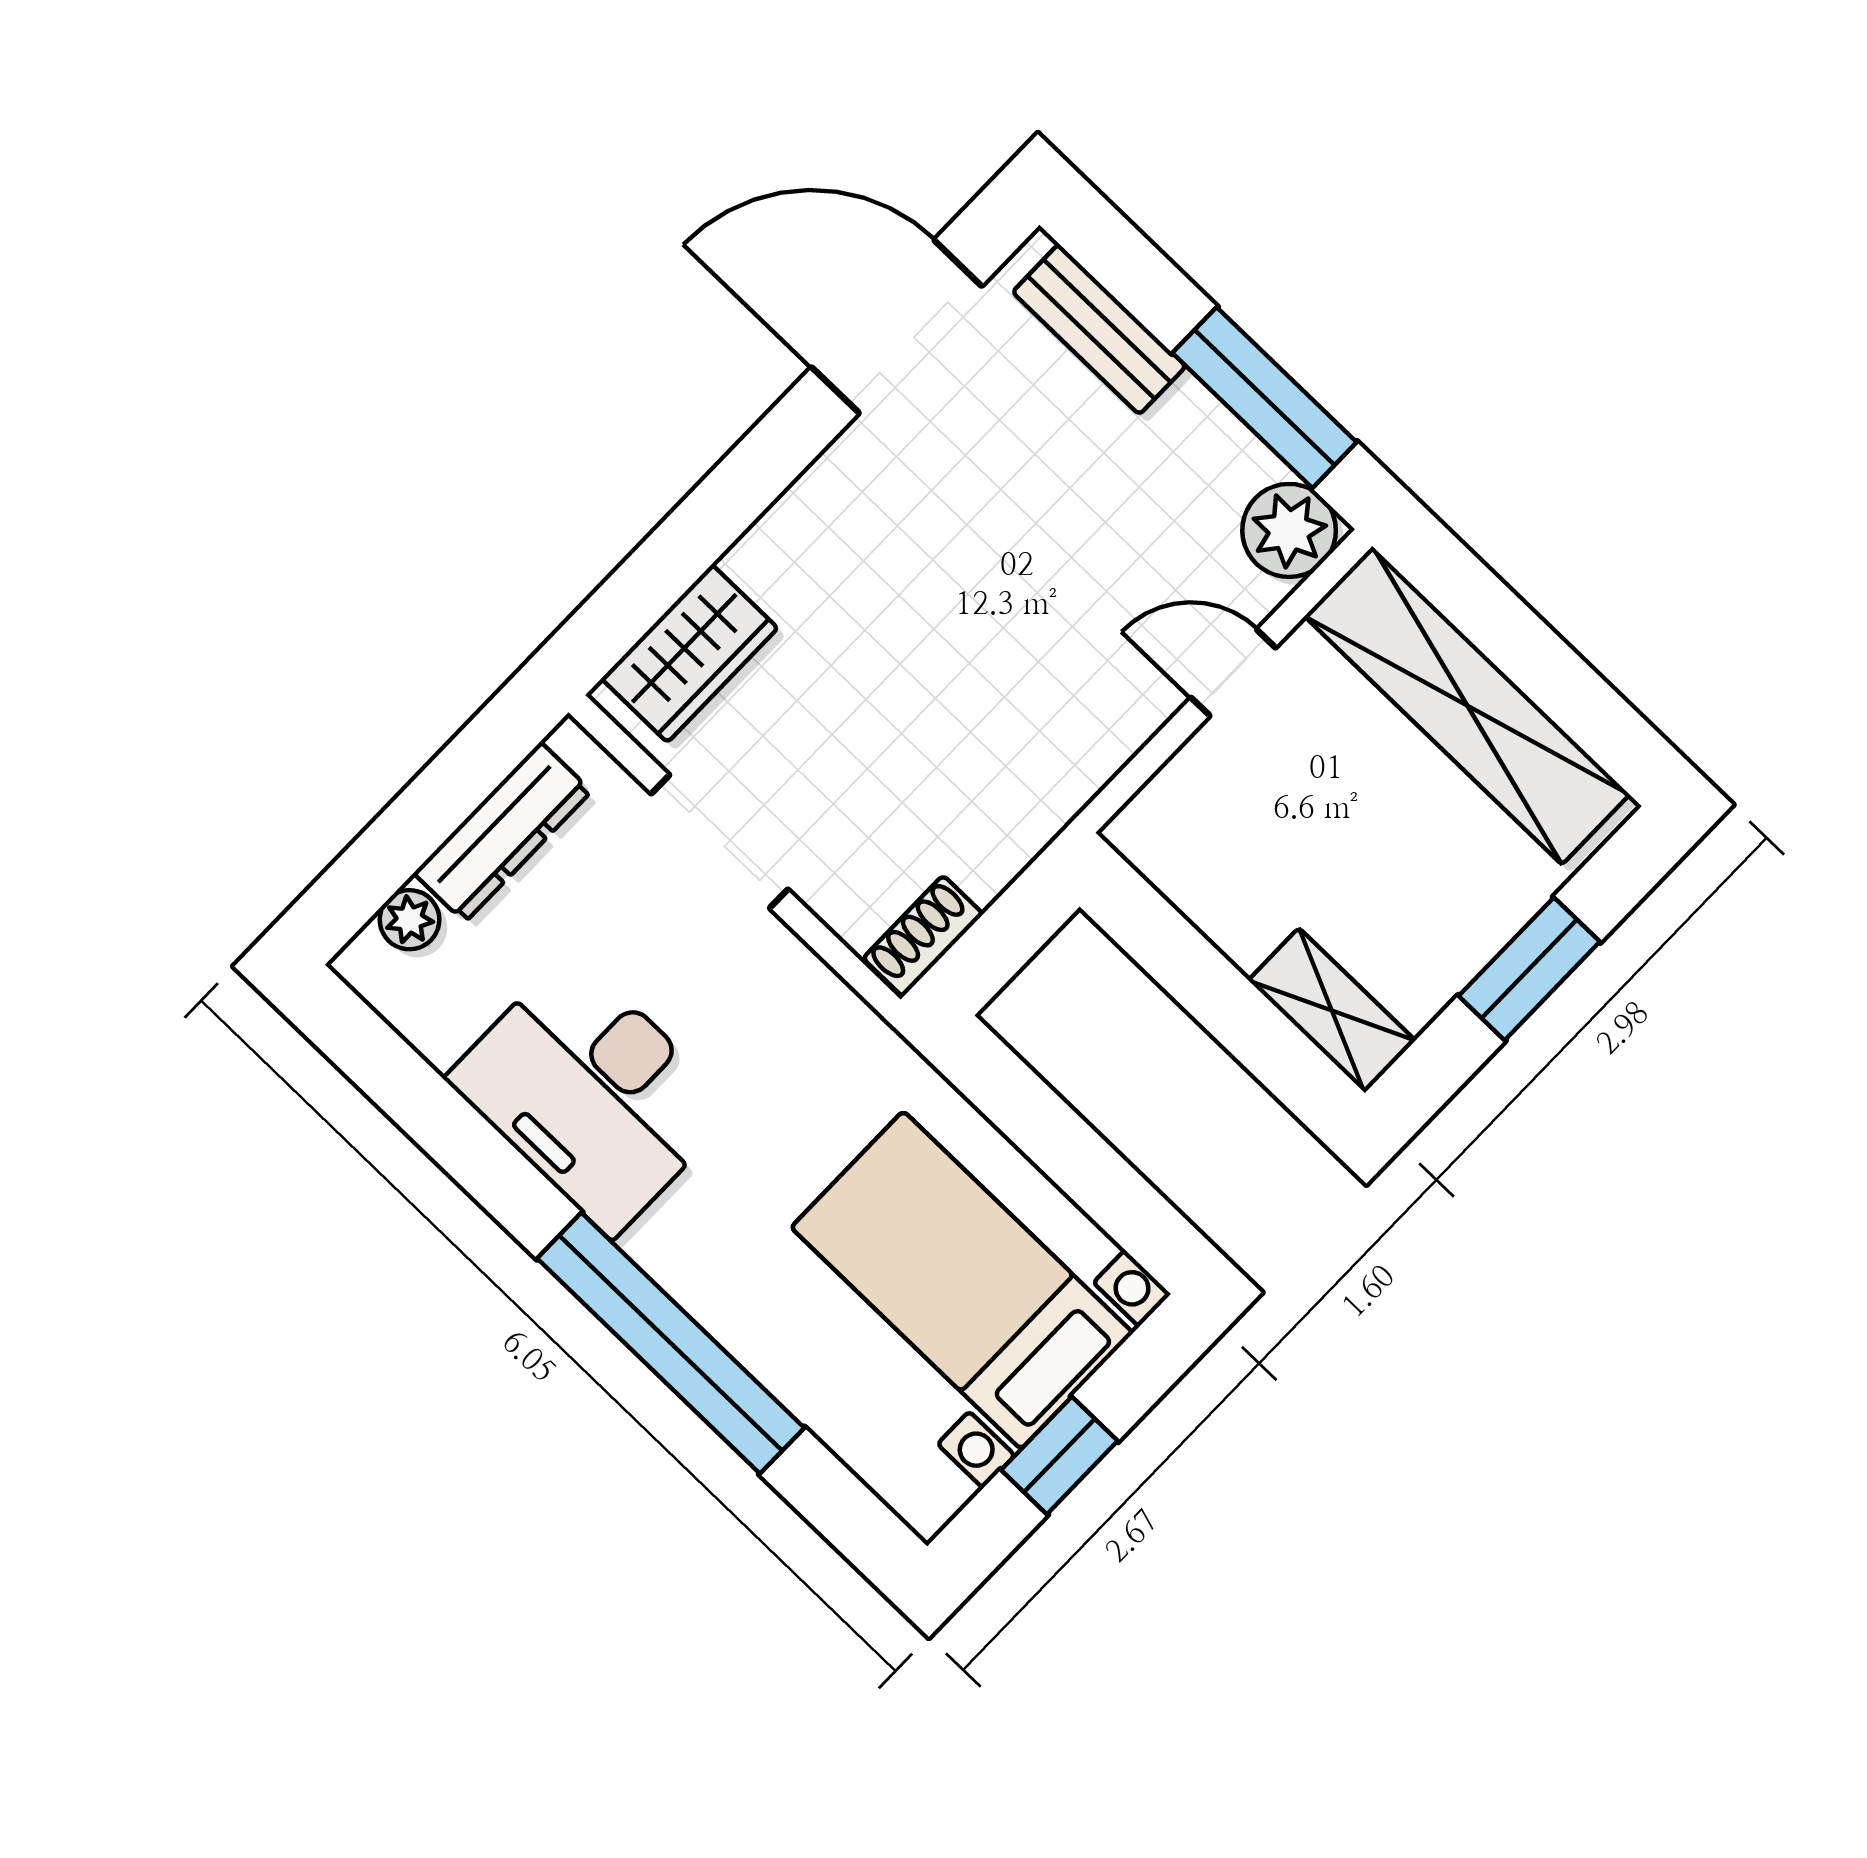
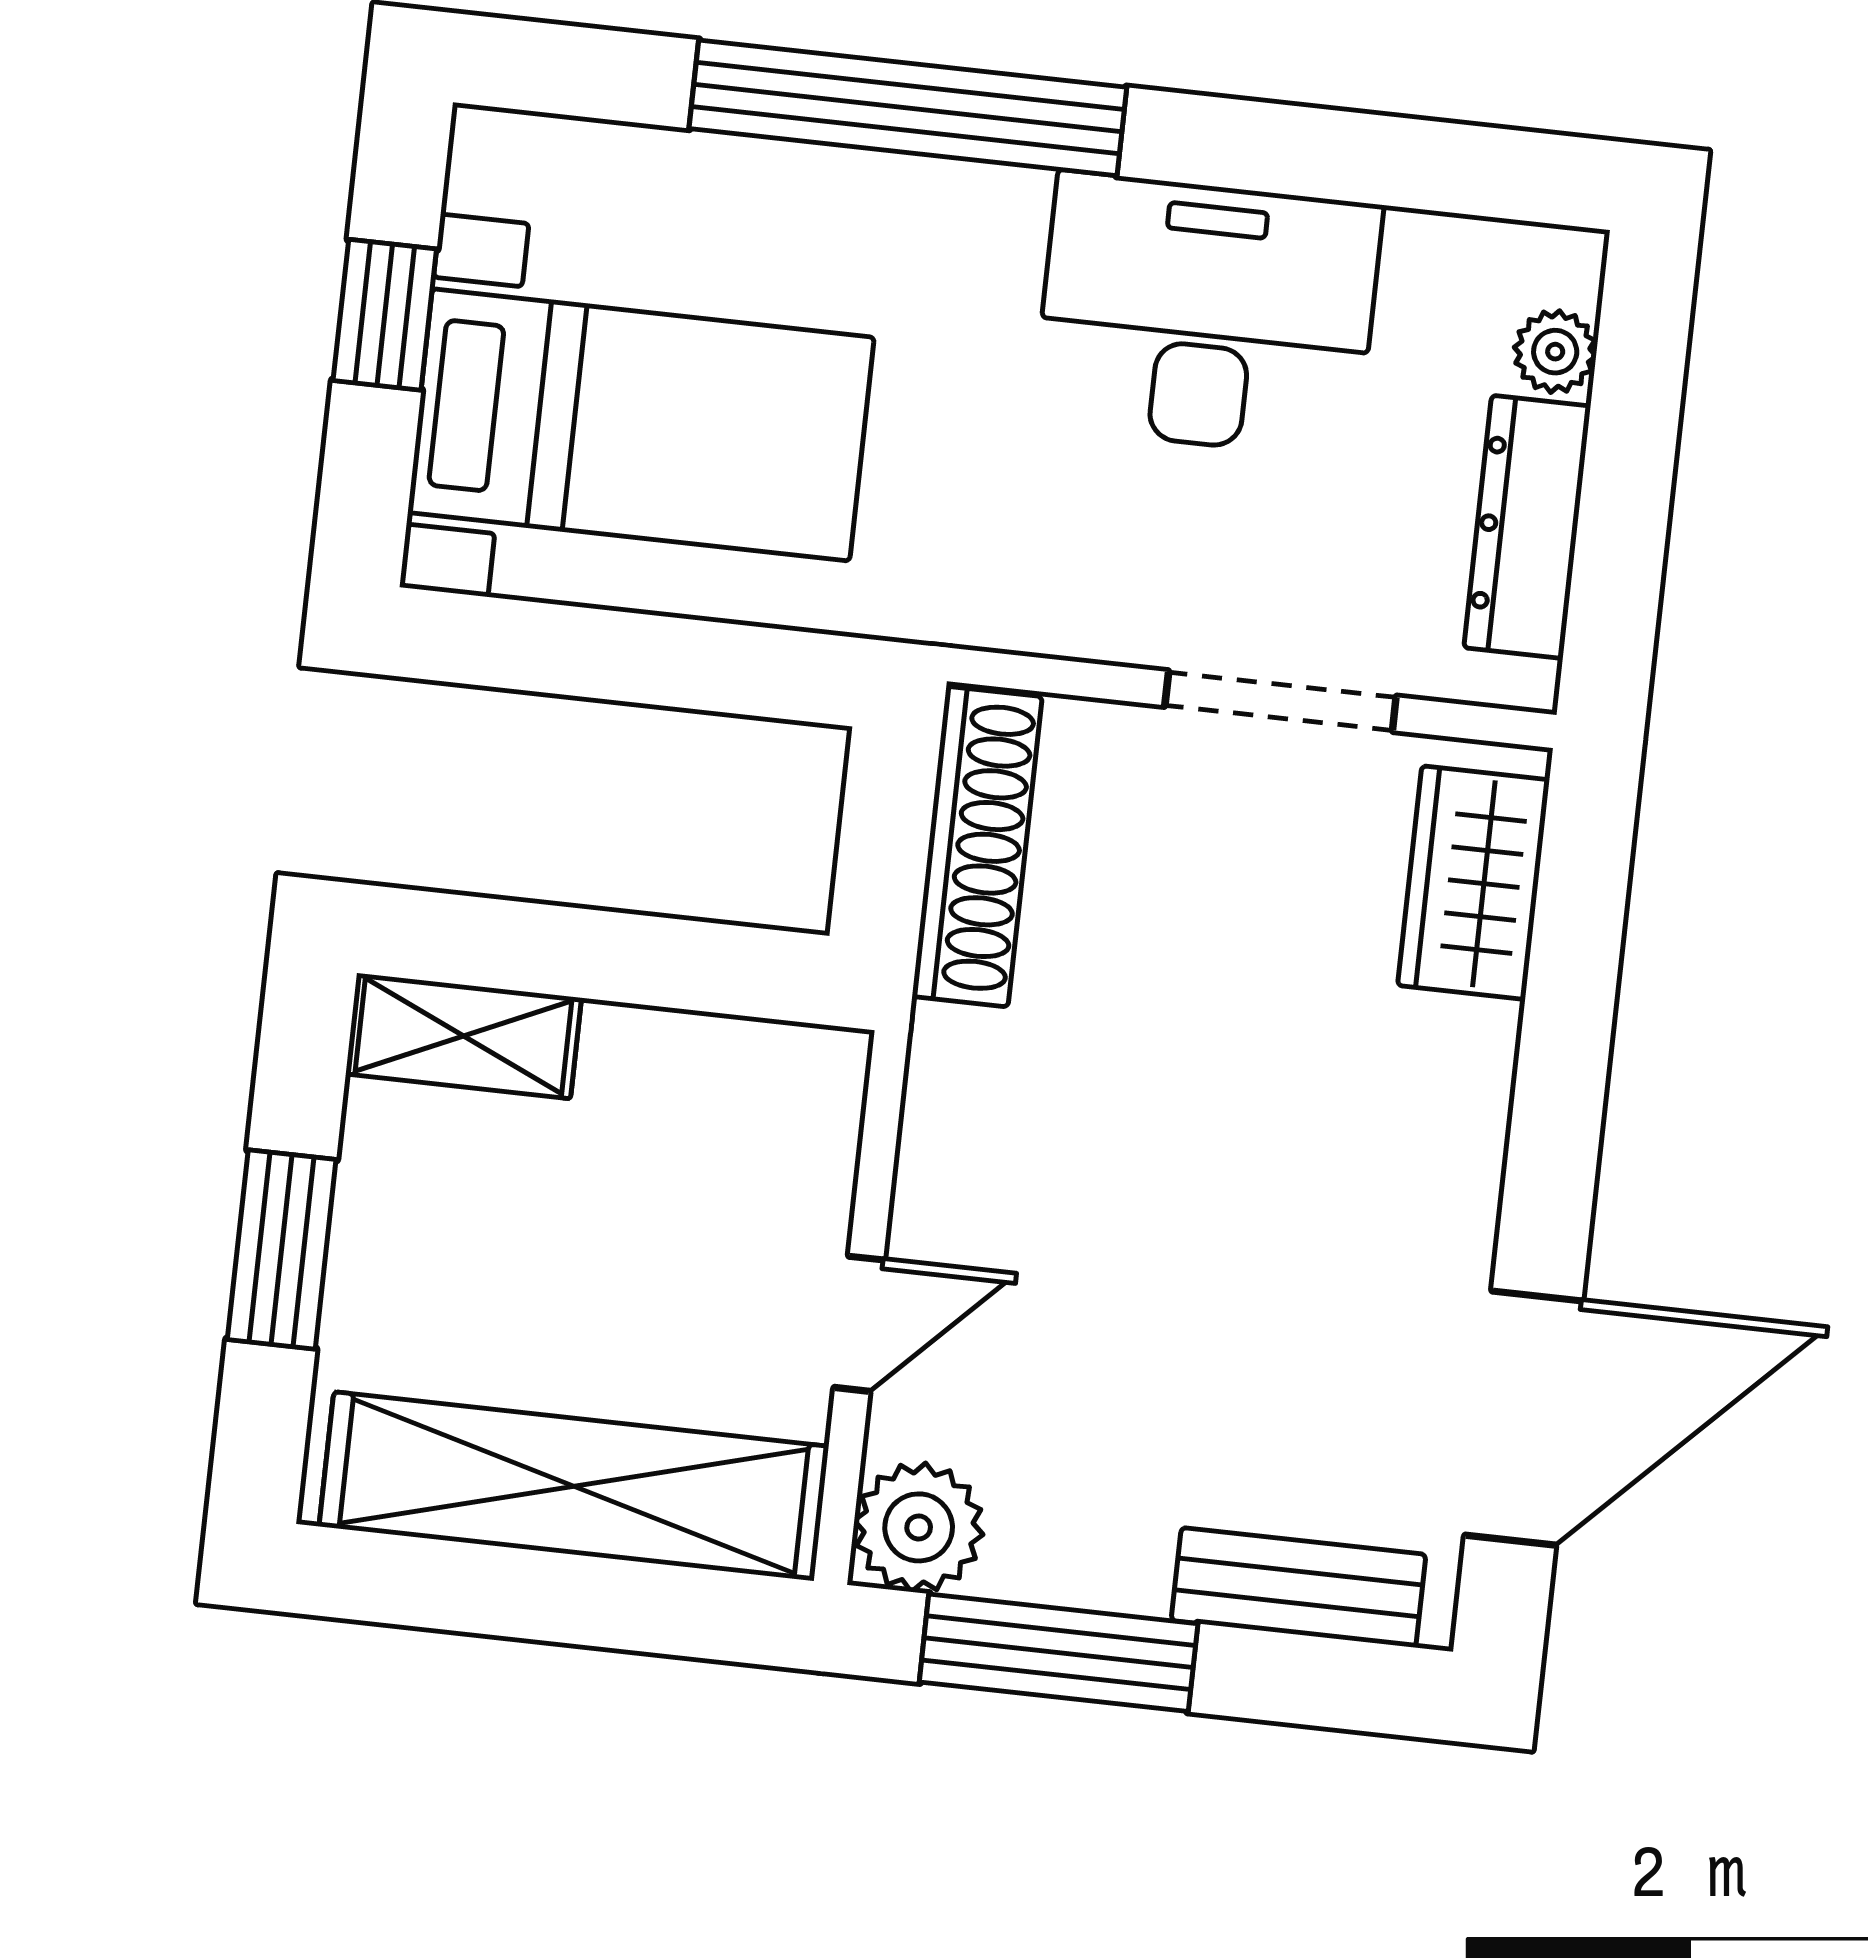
shoe rack: (923, 936) -> (977, 847), width x1.94, depth x1.24

